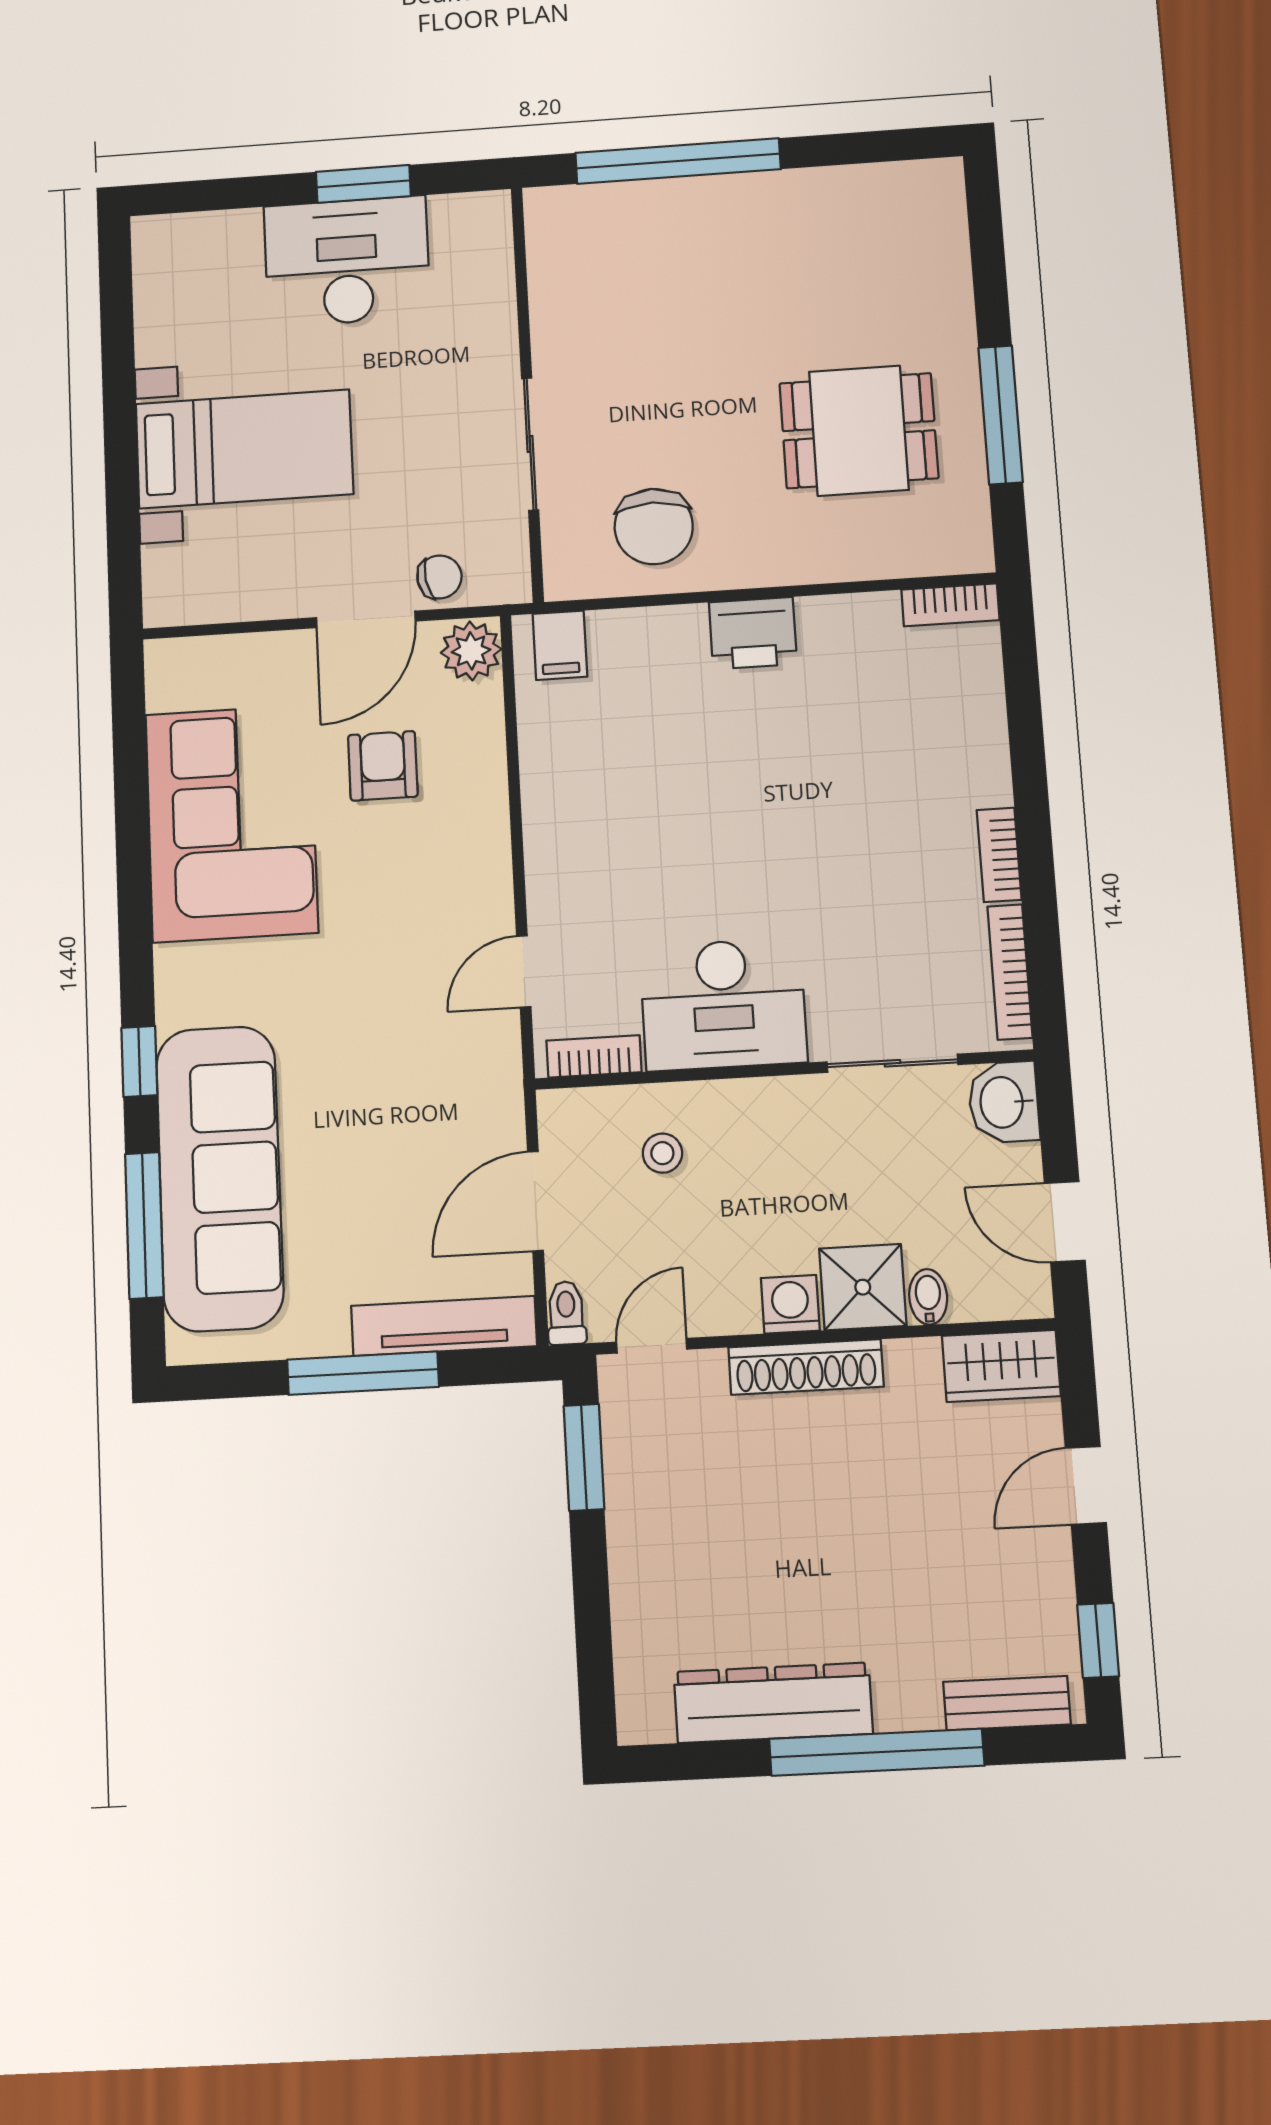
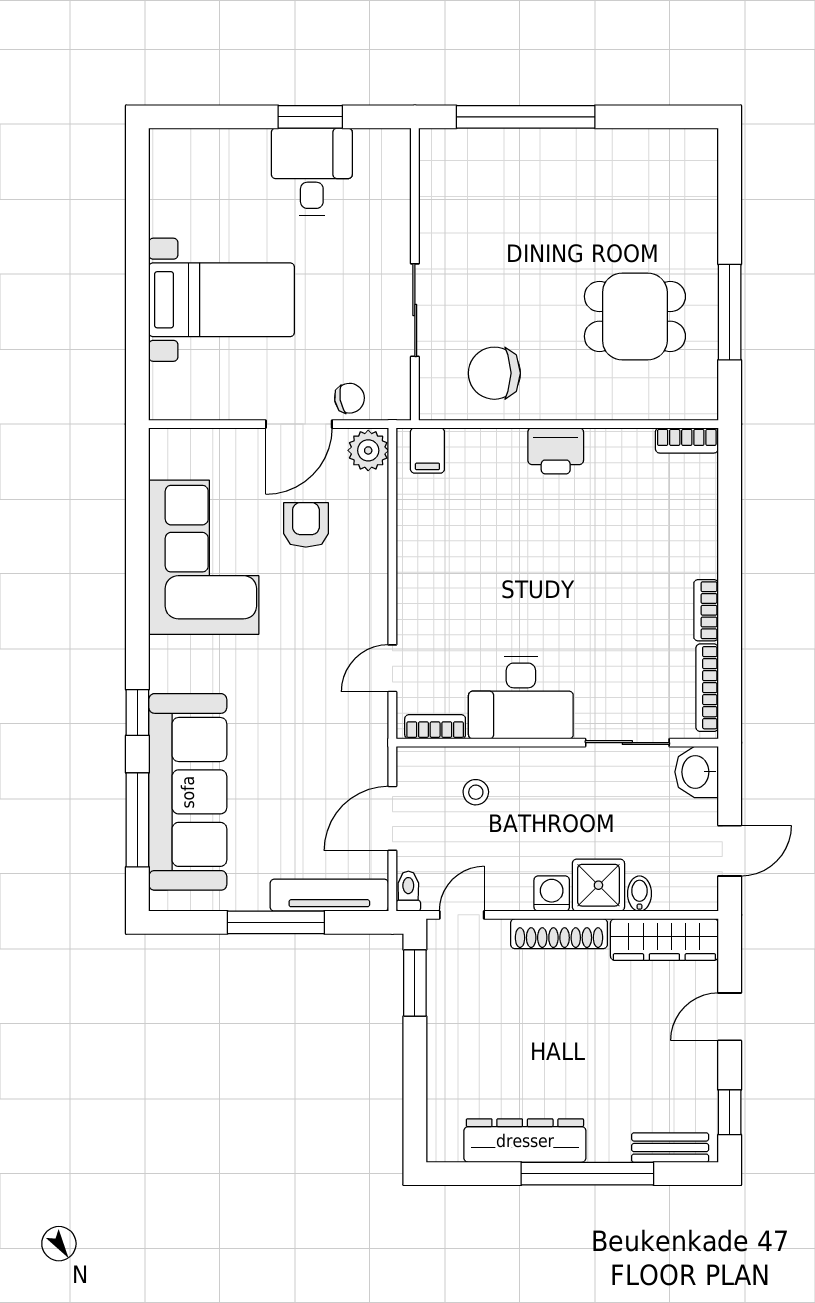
desk: (347, 261) -> (312, 172), width x0.73
chair: (654, 526) -> (494, 373), turned 90
door: (1065, 1222) -> (730, 851), swing flipped
wardrobe: (1001, 1366) -> (664, 940), width x1.50

